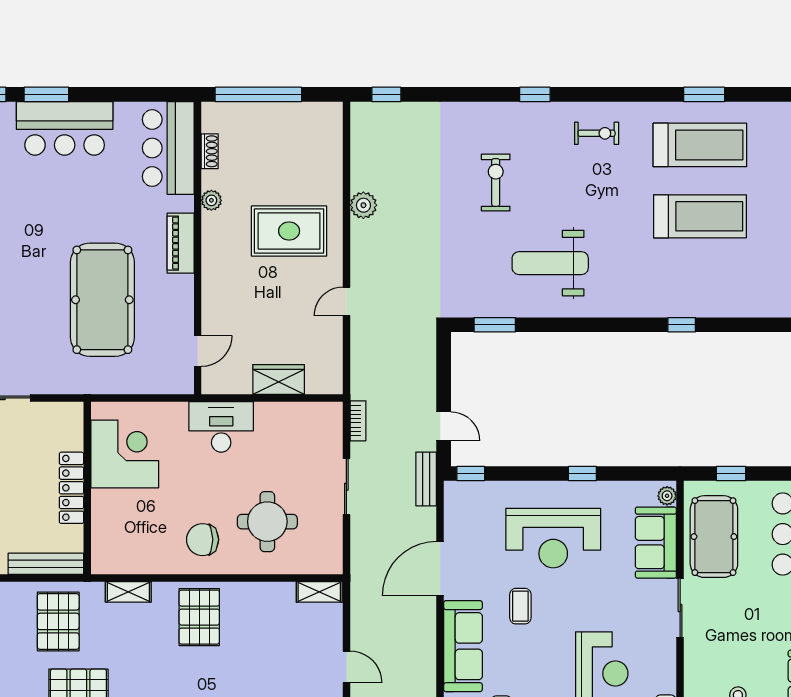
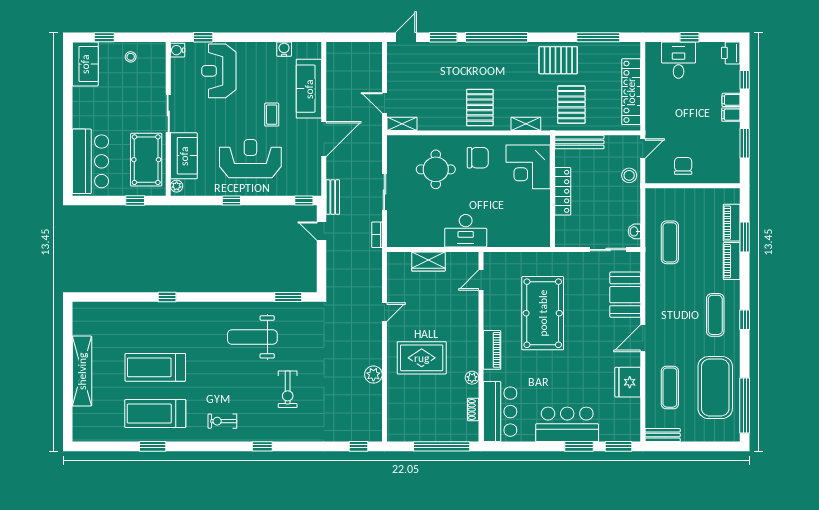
weight bench: (550, 263) -> (252, 337), turned 180
corner desk: (125, 454) -> (528, 167), moved
door: (346, 667) -> (384, 103), moved

